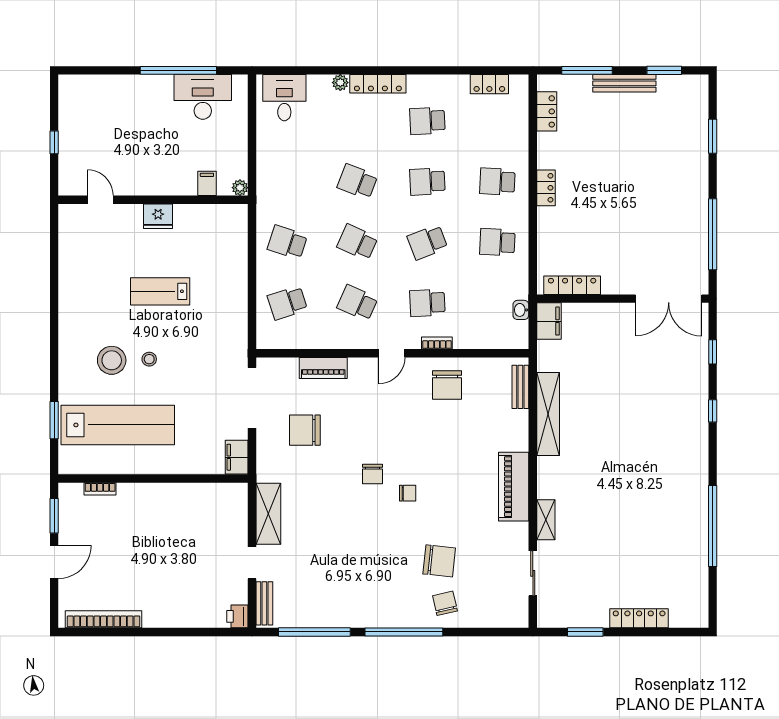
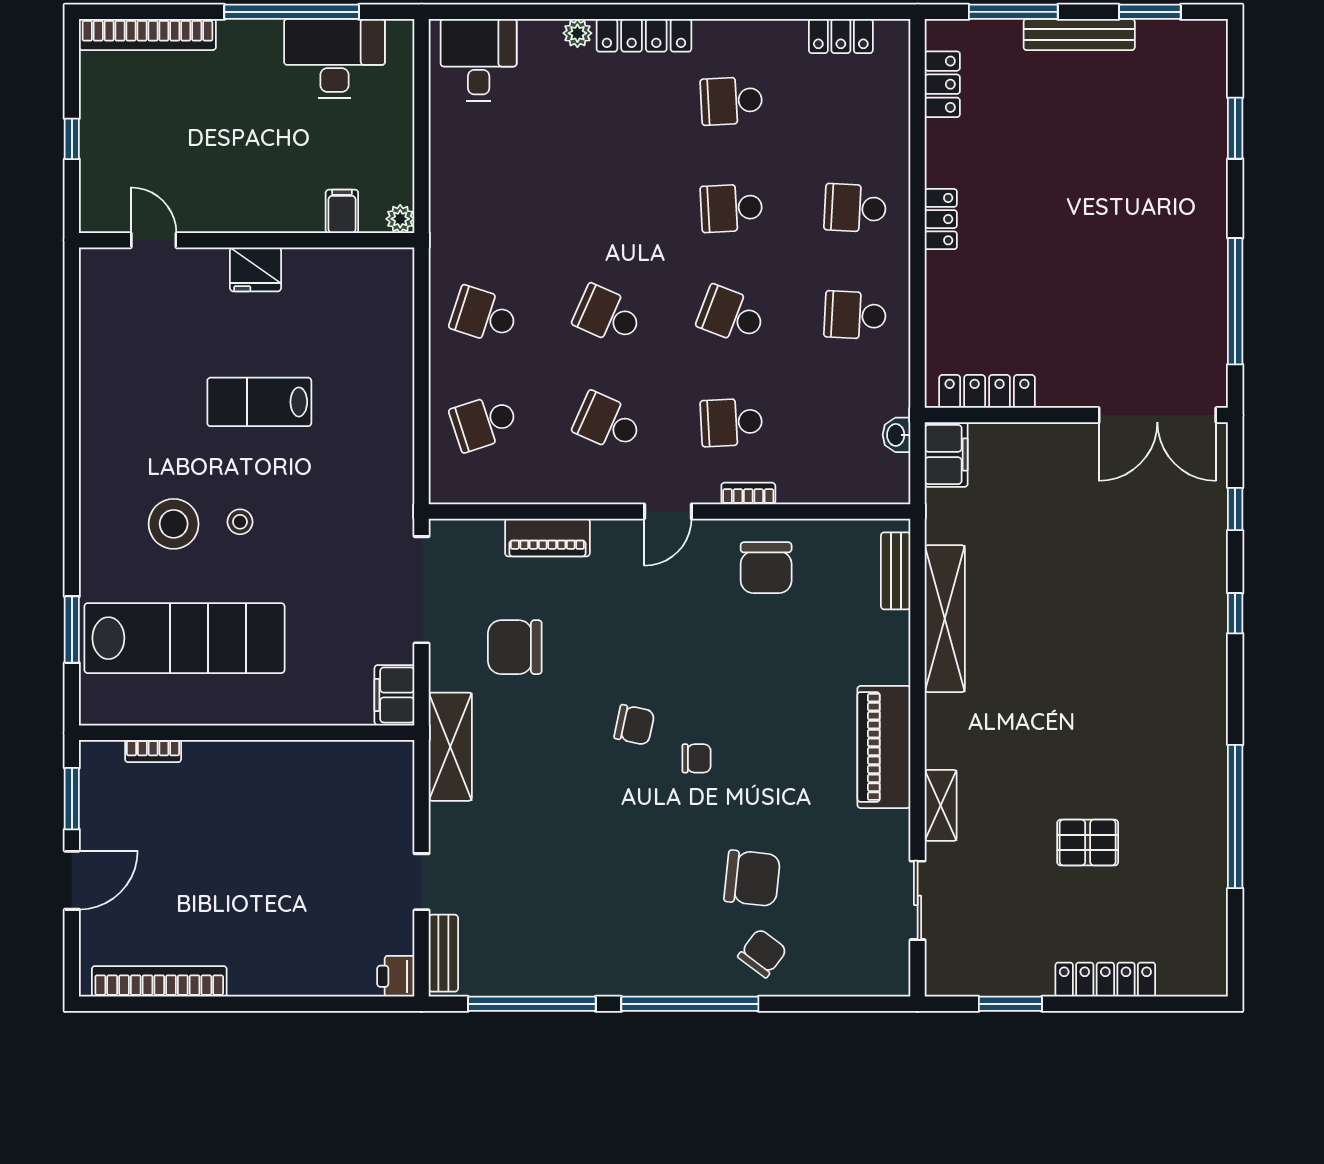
bookcase: (97, 83) -> (147, 35), added
school desk: (357, 182) -> (608, 208), removed
school desk: (427, 242) -> (731, 315), turned 42
chair: (372, 474) -> (634, 725), turned -78
shelving: (268, 514) -> (450, 747), moved
pallet: (629, 541) -> (1088, 843), added
chair: (445, 603) -> (762, 953), turned 50

